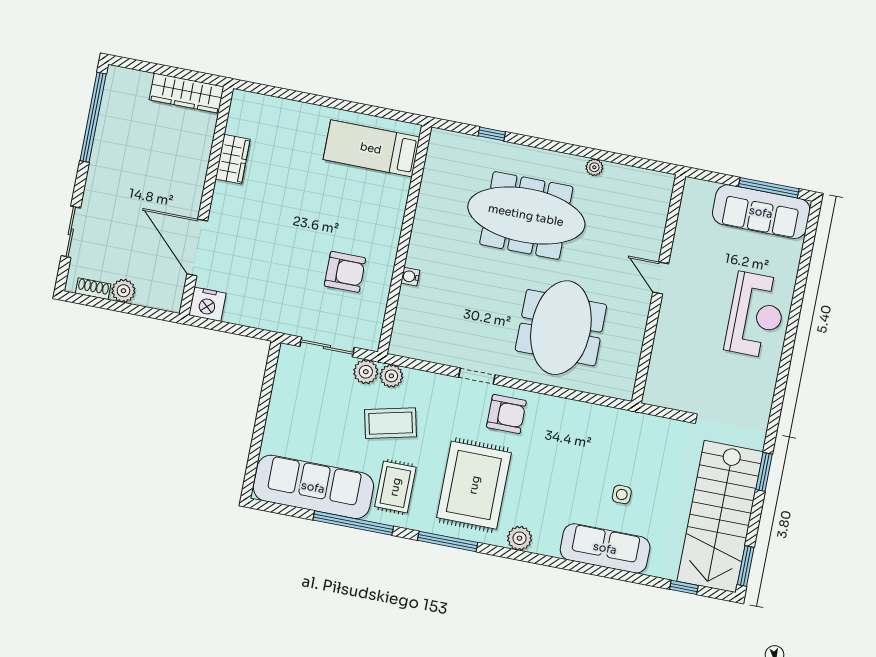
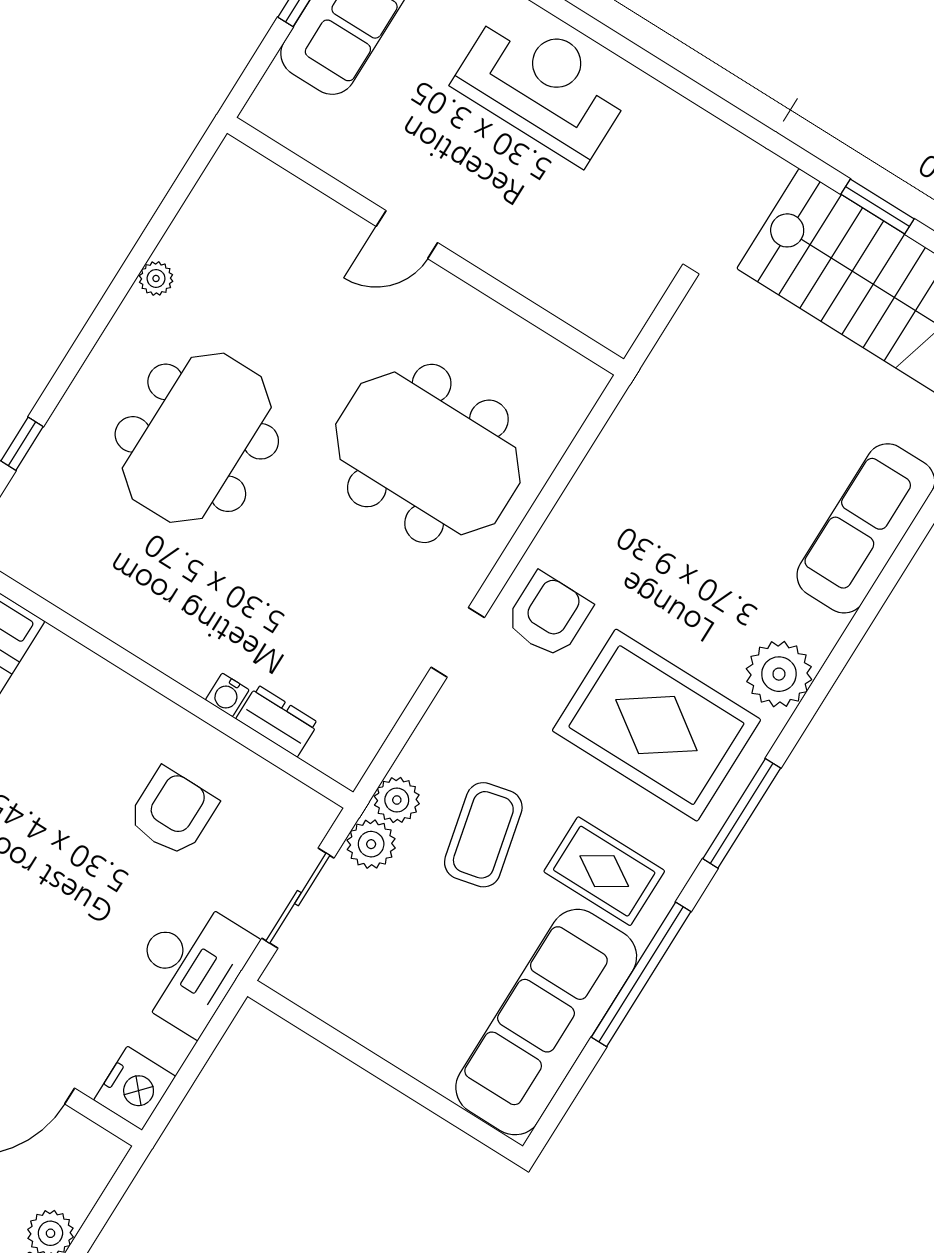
meeting table: (526, 215) -> (197, 438), width x0.73
dresser: (407, 305) -> (277, 721), added
desk: (275, 308) -> (190, 966), added
window: (764, 472) -> (877, 206), moved
side table: (622, 494) -> (778, 459), removed
plant: (519, 538) -> (779, 674), width x1.36, depth x1.36

